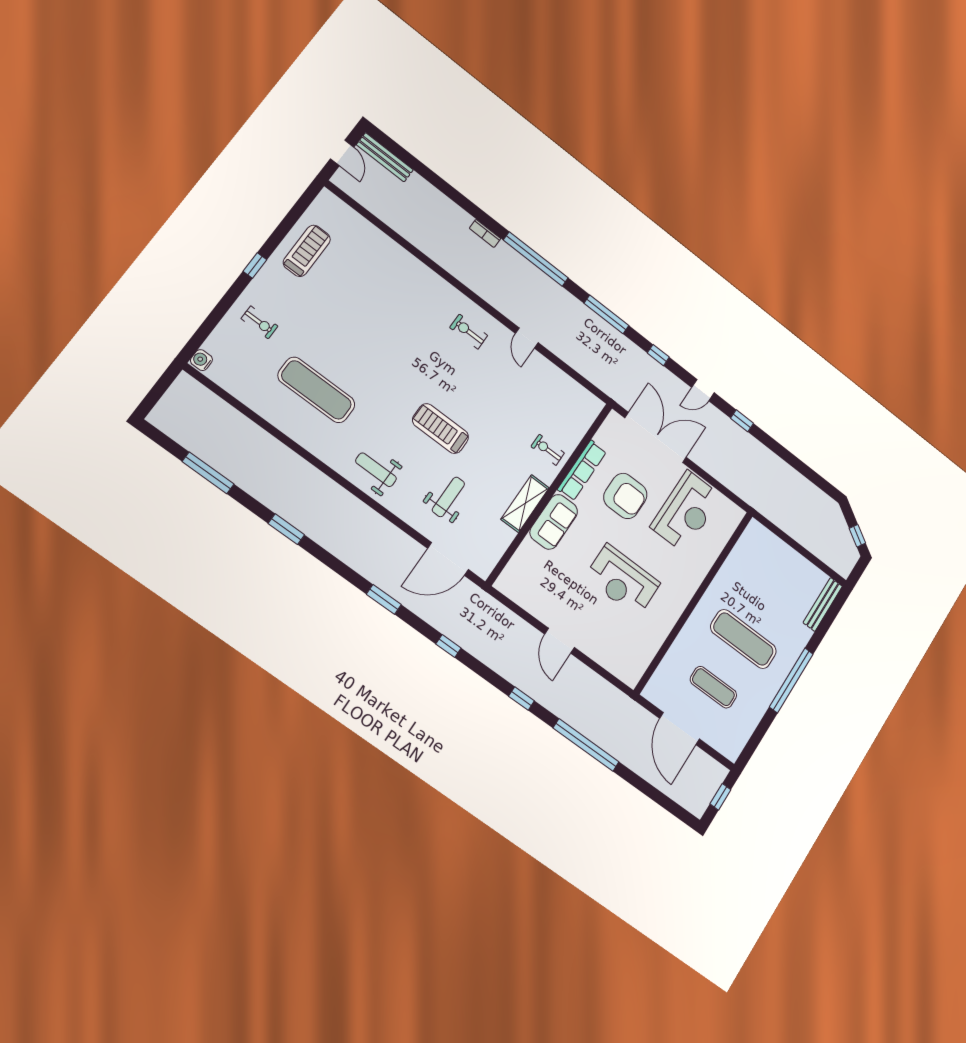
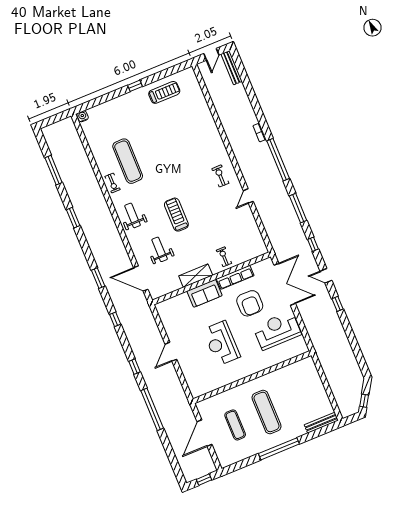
exercise bike: (259, 322) -> (113, 183), moved
weight bench: (448, 497) -> (160, 249), turned -90
reception desk: (686, 511) -> (277, 330), turned 180

